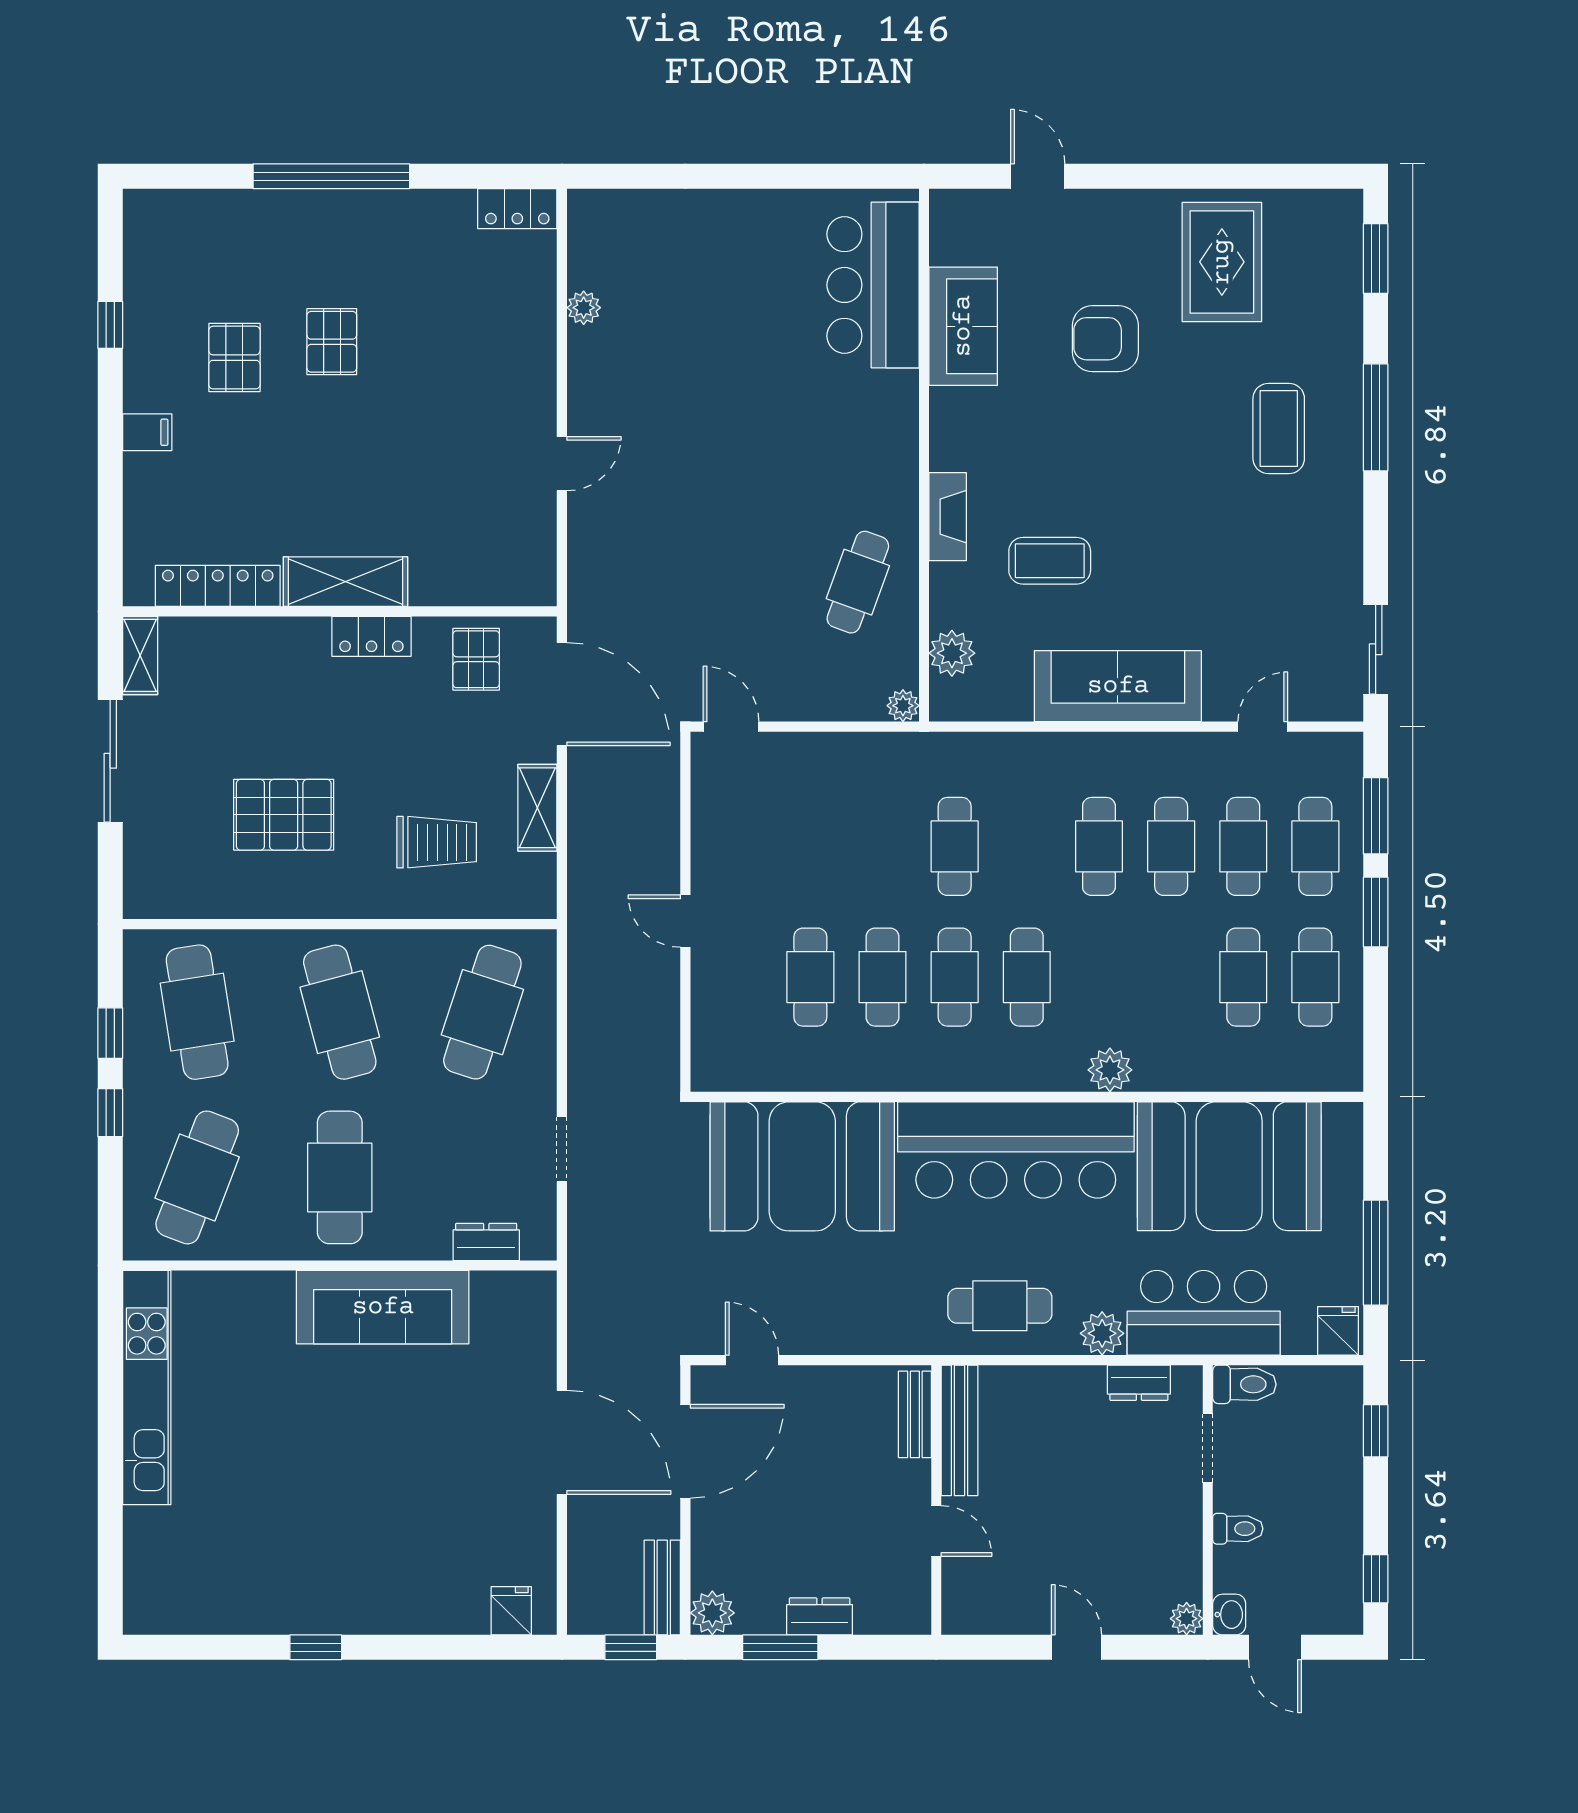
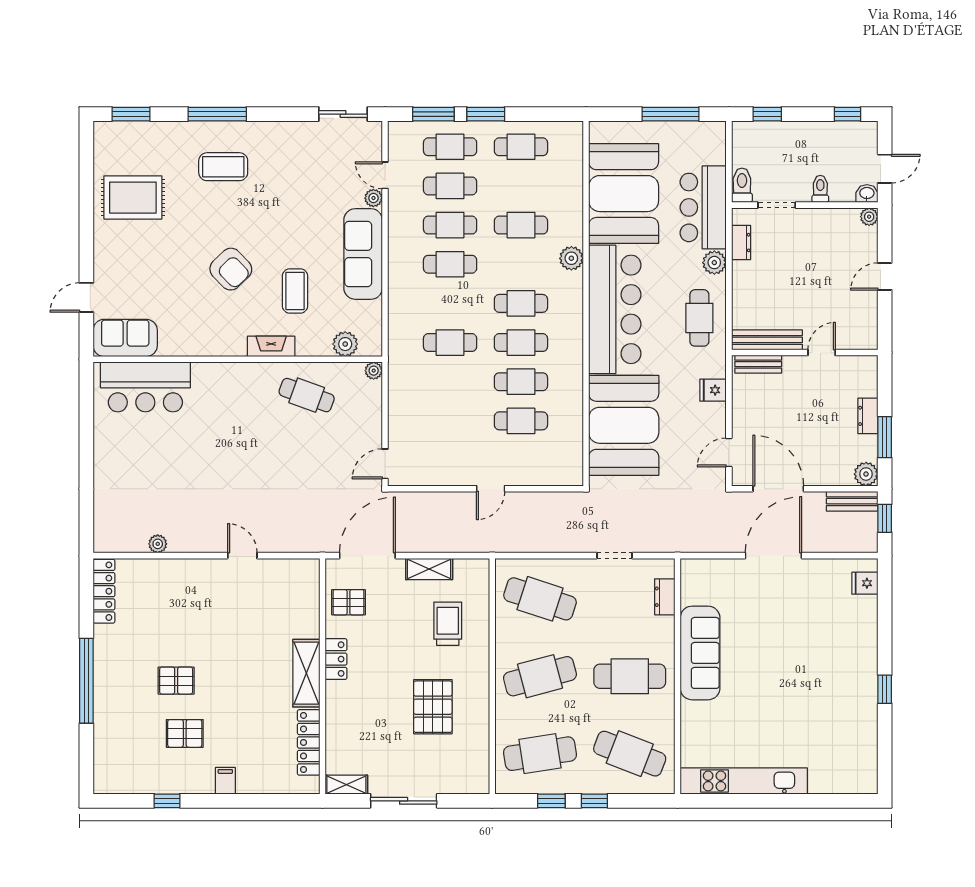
locker: (517, 209) -> (104, 591), width x1.53
sofa: (963, 326) -> (125, 338), moved
armchair: (1105, 339) -> (231, 269), moved, turned -44
plant: (1221, 705) -> (373, 198), added
cafe table: (1243, 977) -> (521, 225), moved
fridge: (1338, 1331) -> (713, 390), moved

